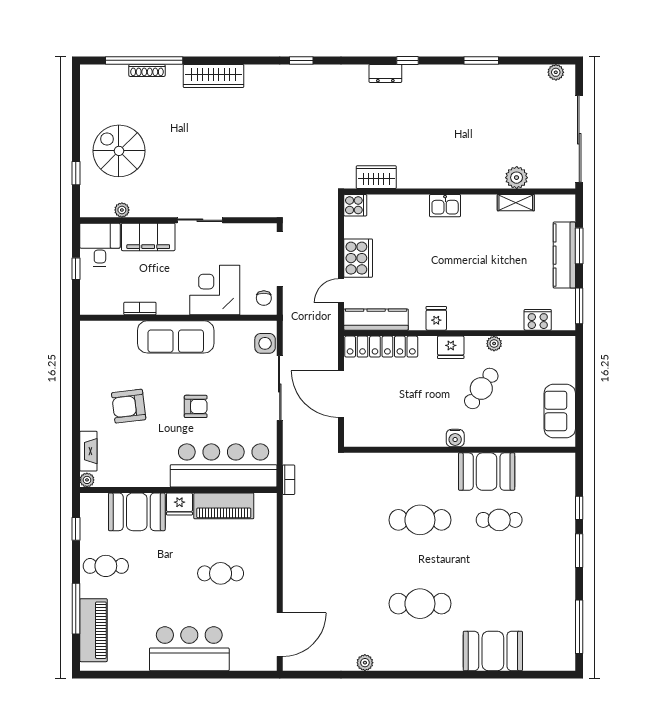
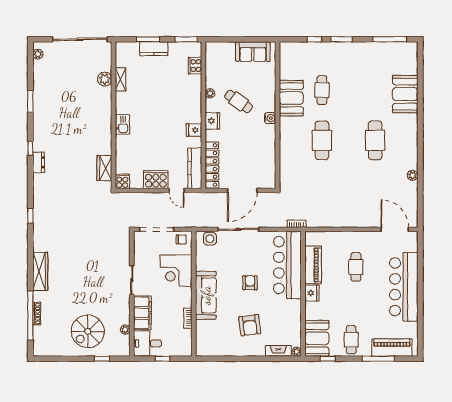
kitchen counter: (564, 255) -> (154, 49), width x0.67
booth: (137, 512) -> (317, 338), moved
bar counter: (189, 649) -> (404, 287), width x1.36

